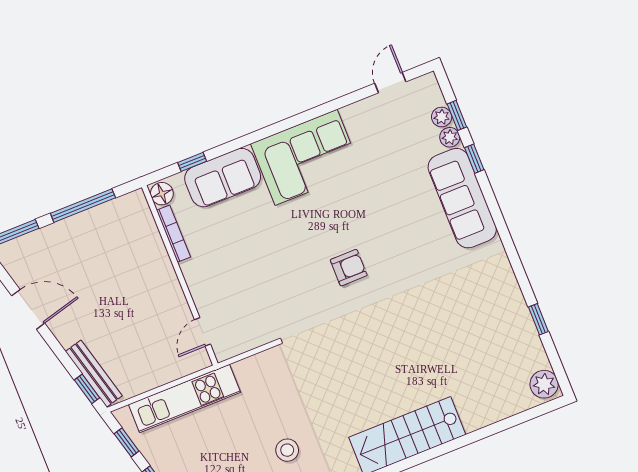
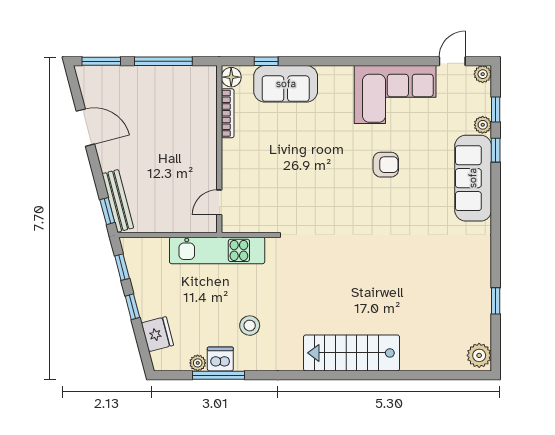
plant: (442, 117) -> (483, 74), moved
corner sofa: (306, 157) -> (395, 94), moved
armchair: (349, 268) -> (386, 165), moved
kitchen unit: (185, 398) -> (217, 250), moved

